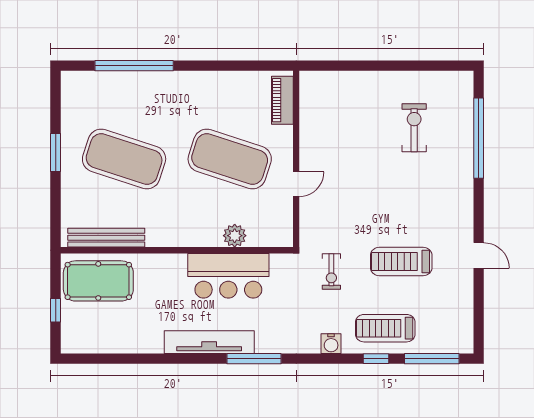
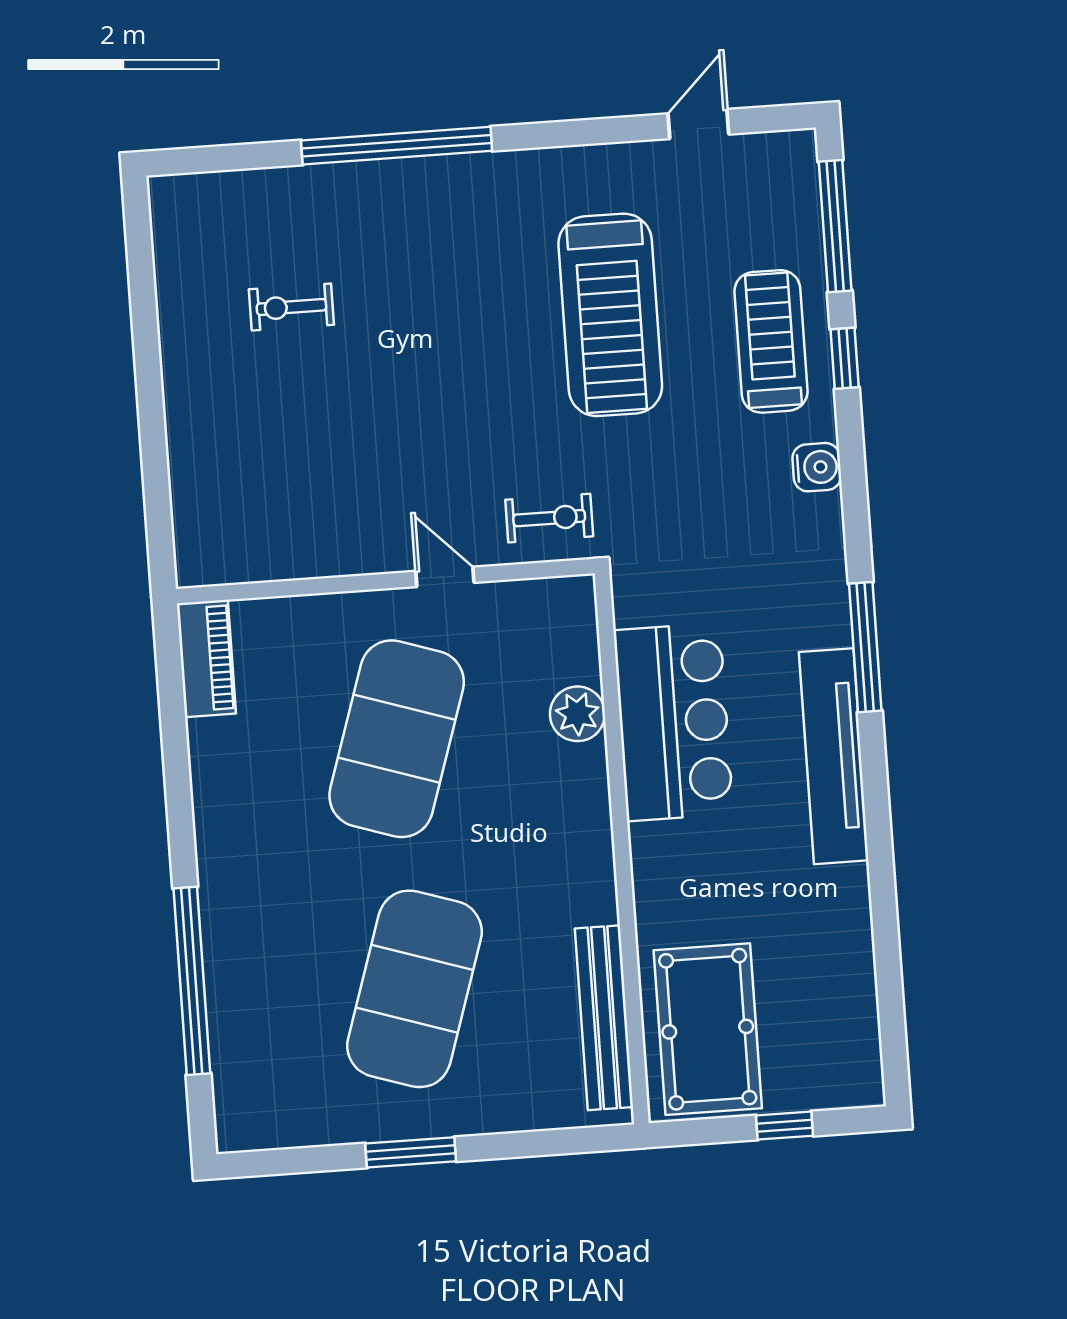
piano: (282, 100) -> (206, 658), moved, turned -90
exercise bike: (414, 128) -> (291, 307), width x0.73, depth x0.72
window: (479, 138) -> (397, 146), moved
door: (479, 255) -> (698, 124), moved
treadmill: (401, 261) -> (610, 315), width x1.37, depth x1.38
exercise bike: (331, 271) -> (549, 518), moved
treadmill: (385, 328) -> (771, 341), turned 180

